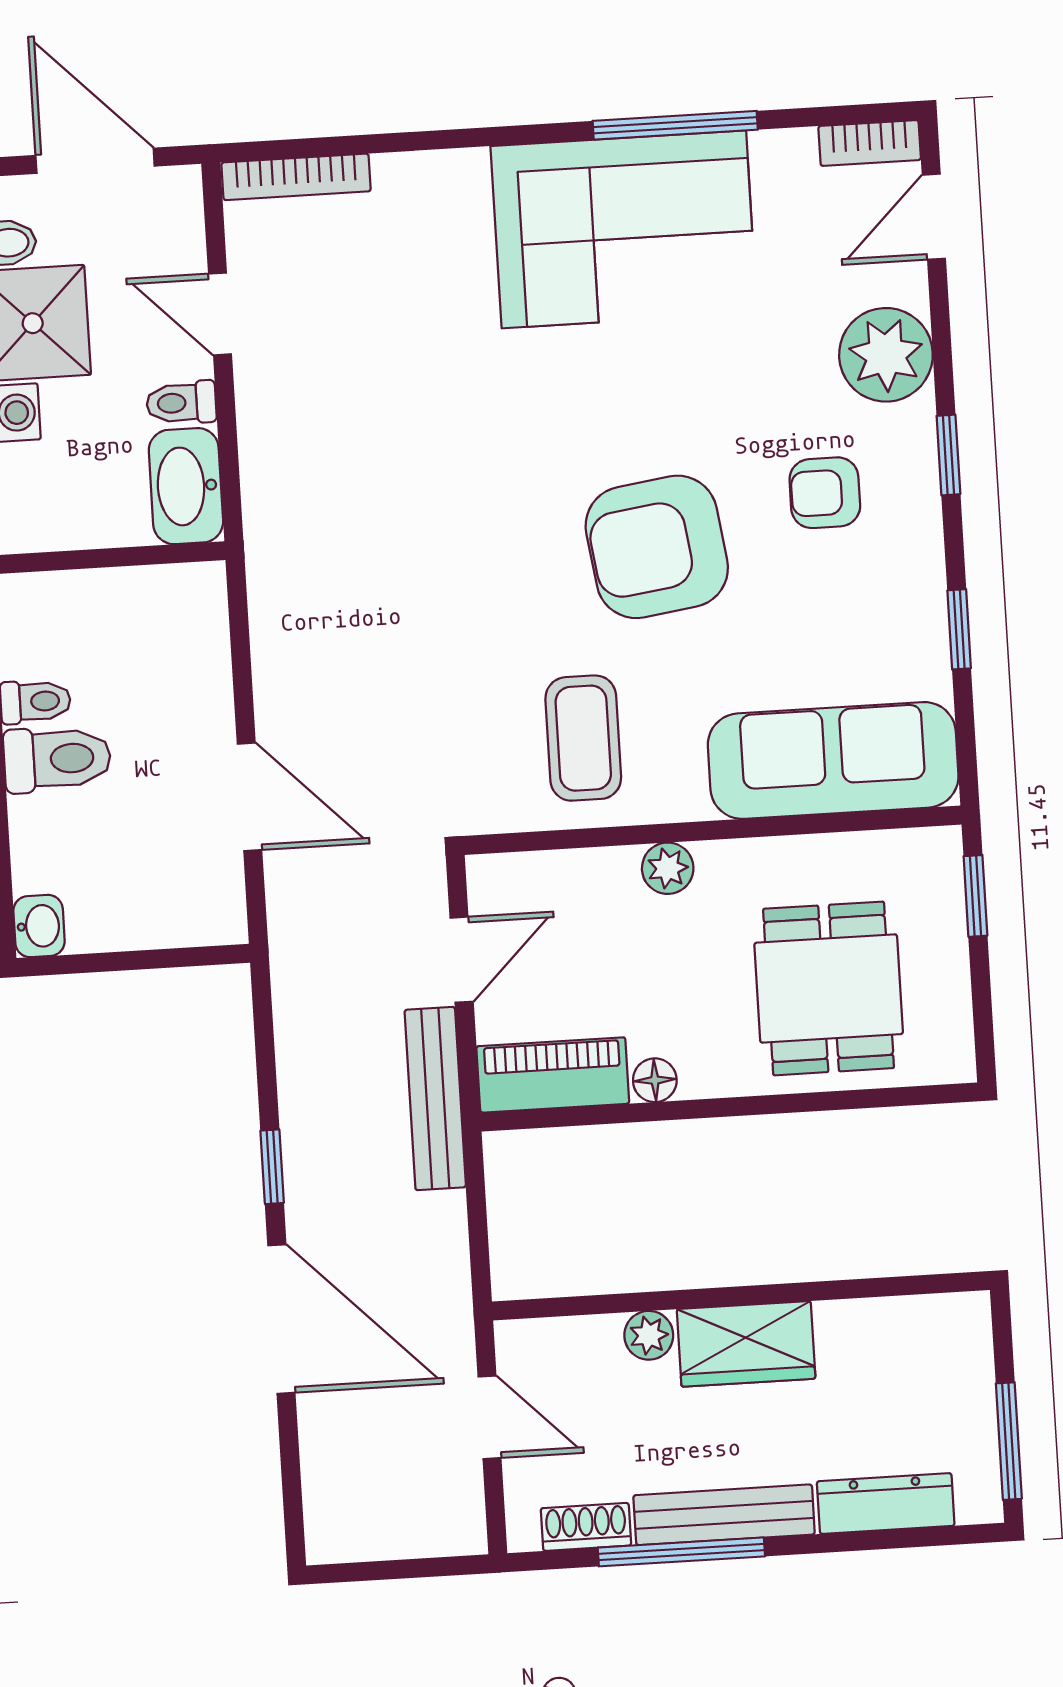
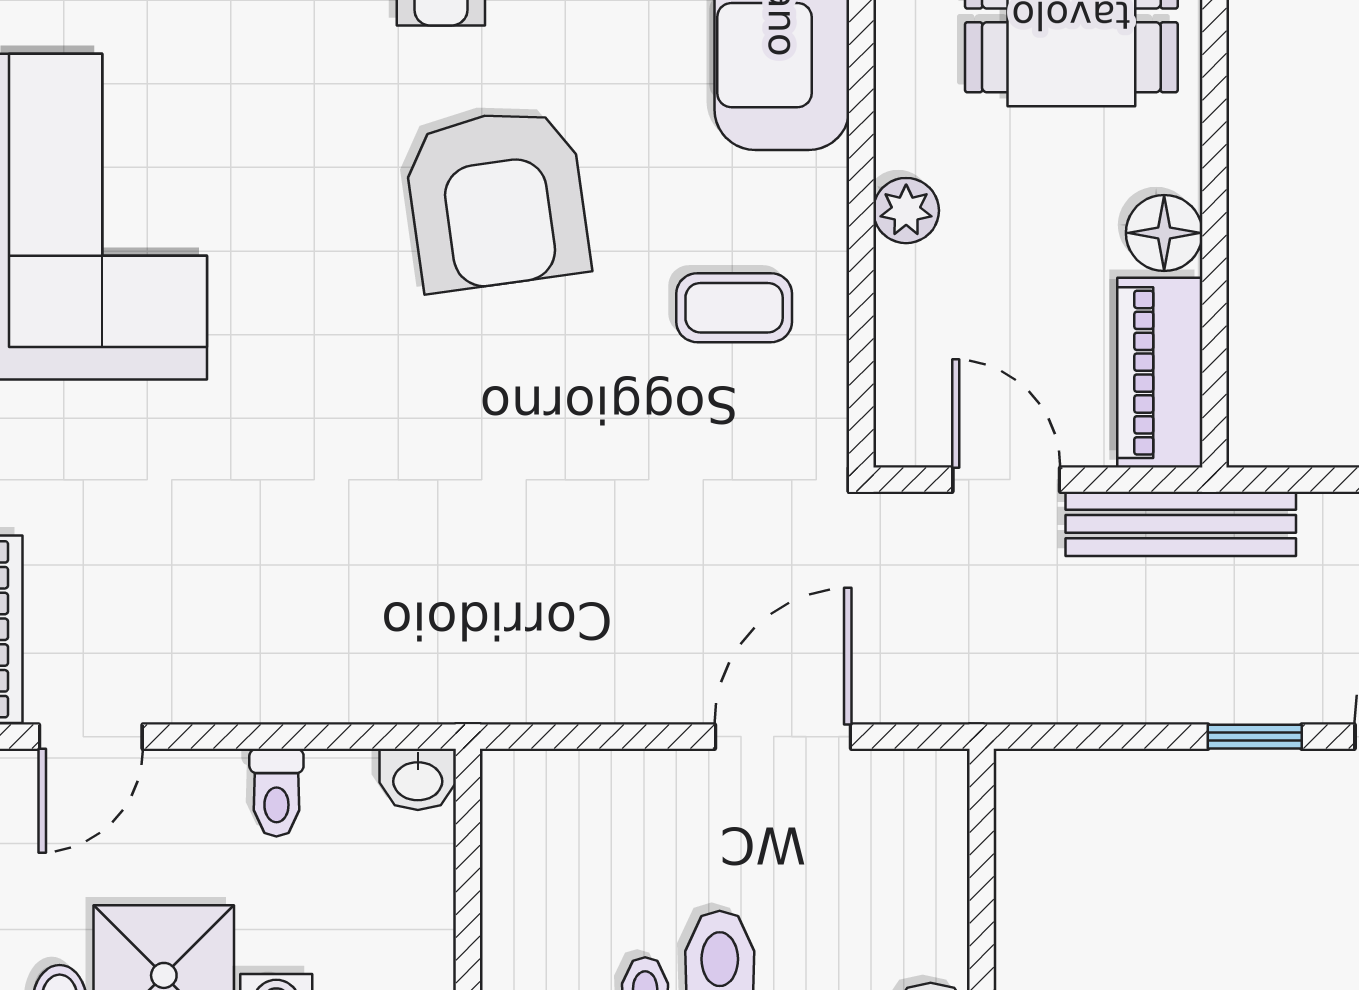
door: (220, 314) -> (91, 737), moved
washbasin: (186, 486) -> (418, 779), width x0.52, depth x0.69
coffee table: (583, 738) -> (734, 308), width x0.73, depth x0.77
floor lamp: (655, 1080) -> (1164, 233), width x1.37, depth x1.37

